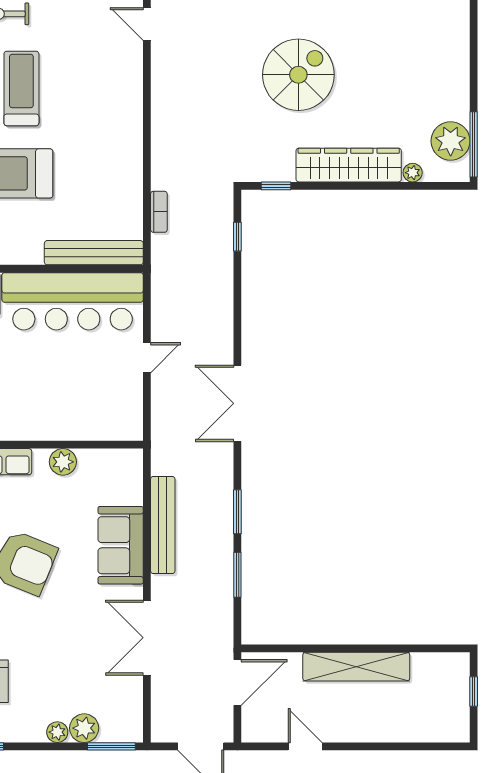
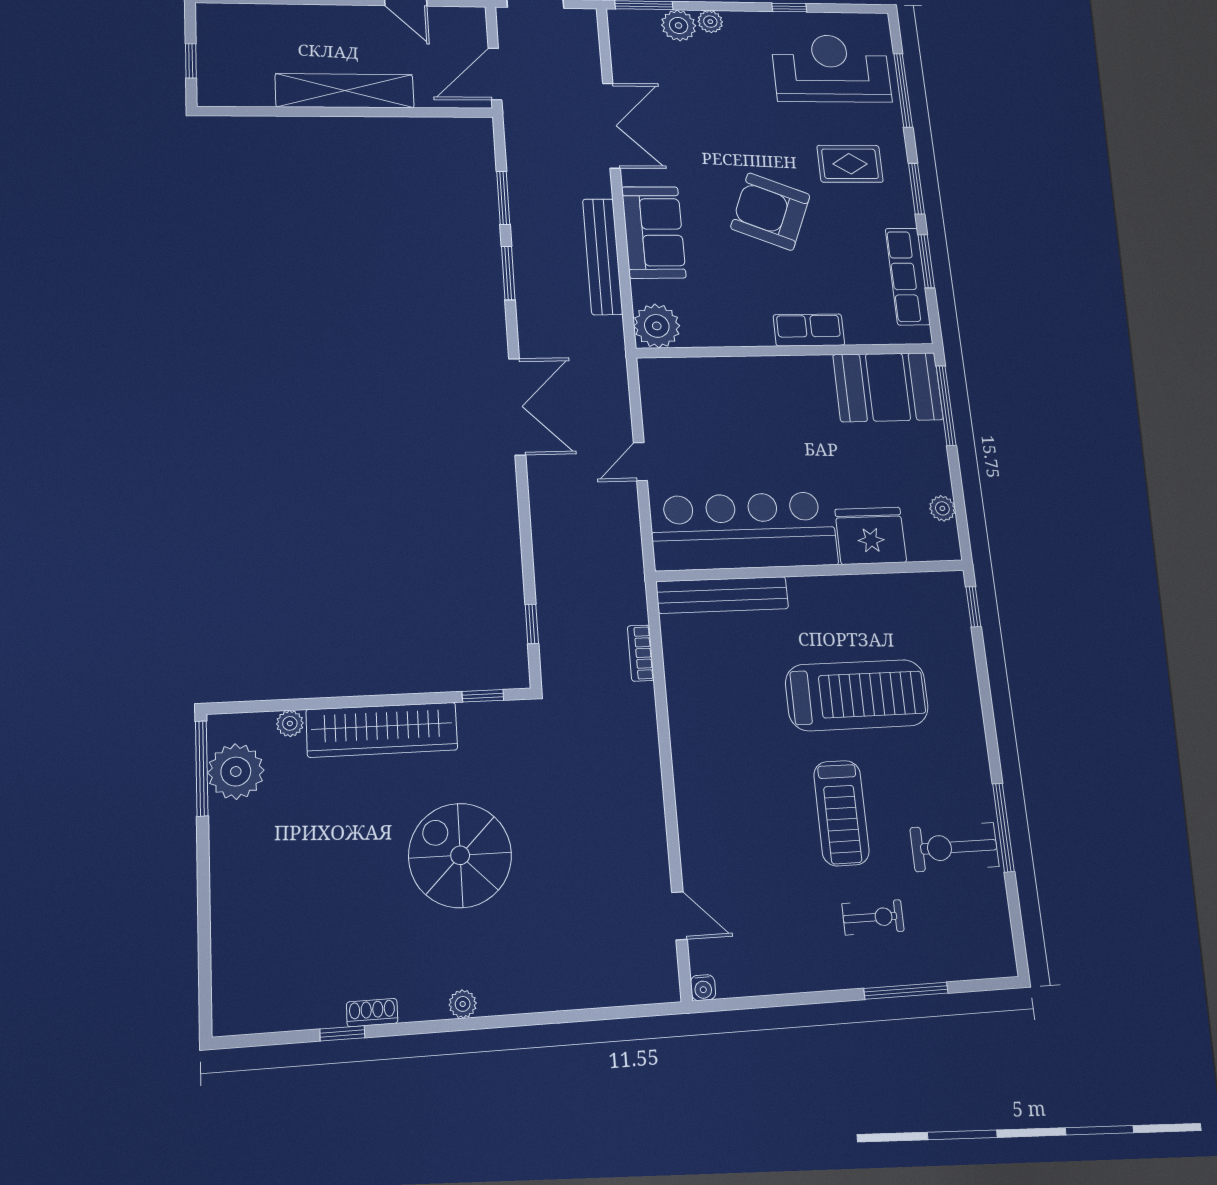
spiral stairs: (298, 75) -> (460, 855), turned 90
plant: (63, 462) -> (657, 326), moved, width x1.36, depth x1.36

